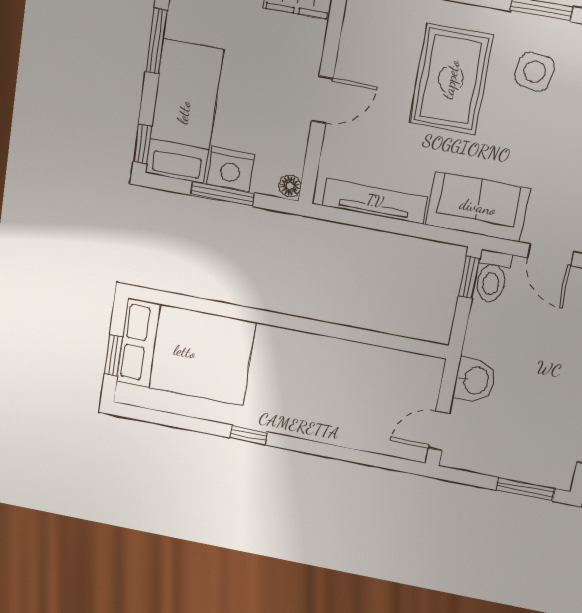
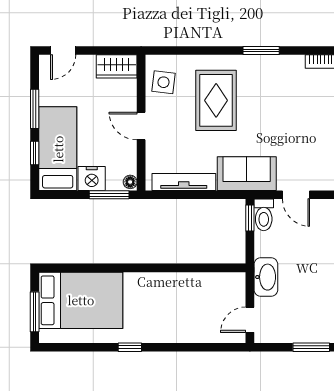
side table: (535, 72) -> (163, 82), moved
door: (322, 100) -> (141, 126), swing flipped
window: (143, 144) -> (35, 153), moved
window: (223, 194) -> (109, 195), moved
window: (113, 356) -> (35, 312), width x1.50
washbasin: (475, 380) -> (266, 277), width x1.38

